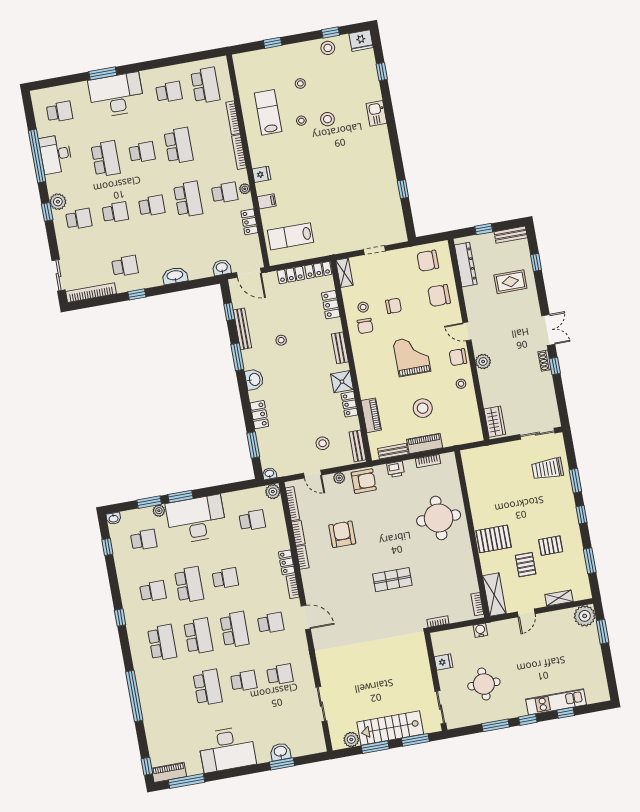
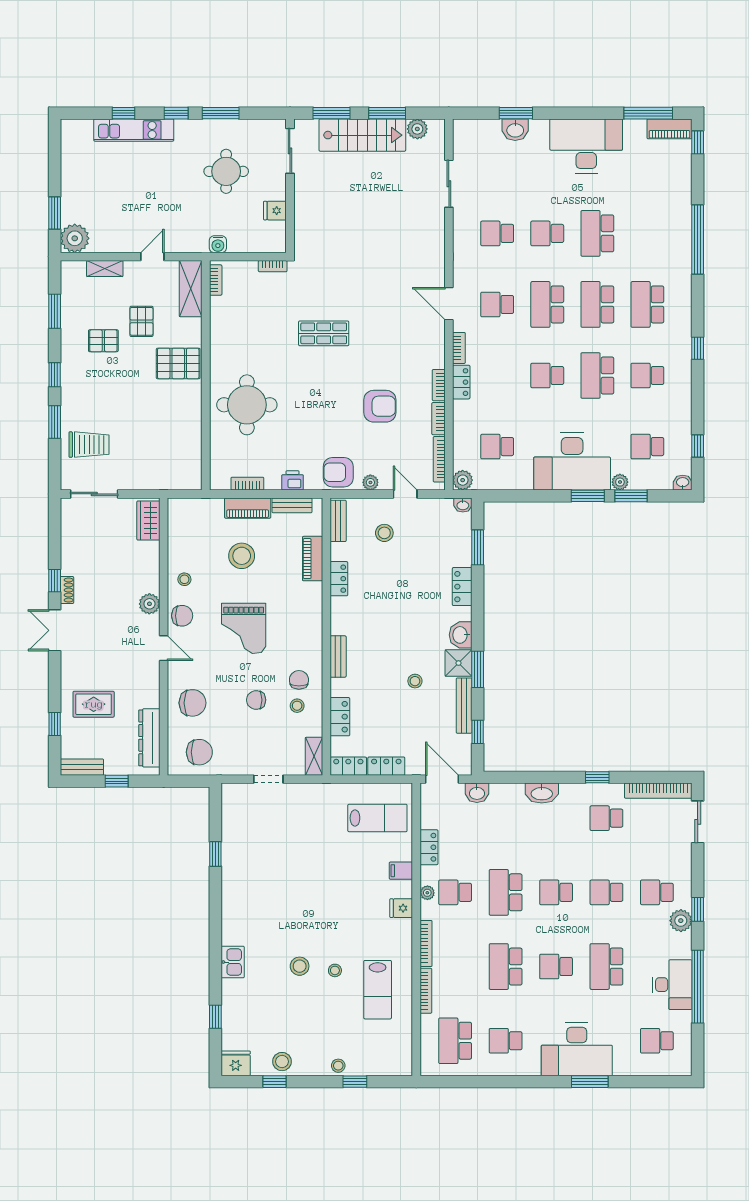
stool: (300, 83) -> (338, 1066), moved
shower: (342, 382) -> (458, 663), moved
armchair: (342, 534) -> (380, 406), turned -90

